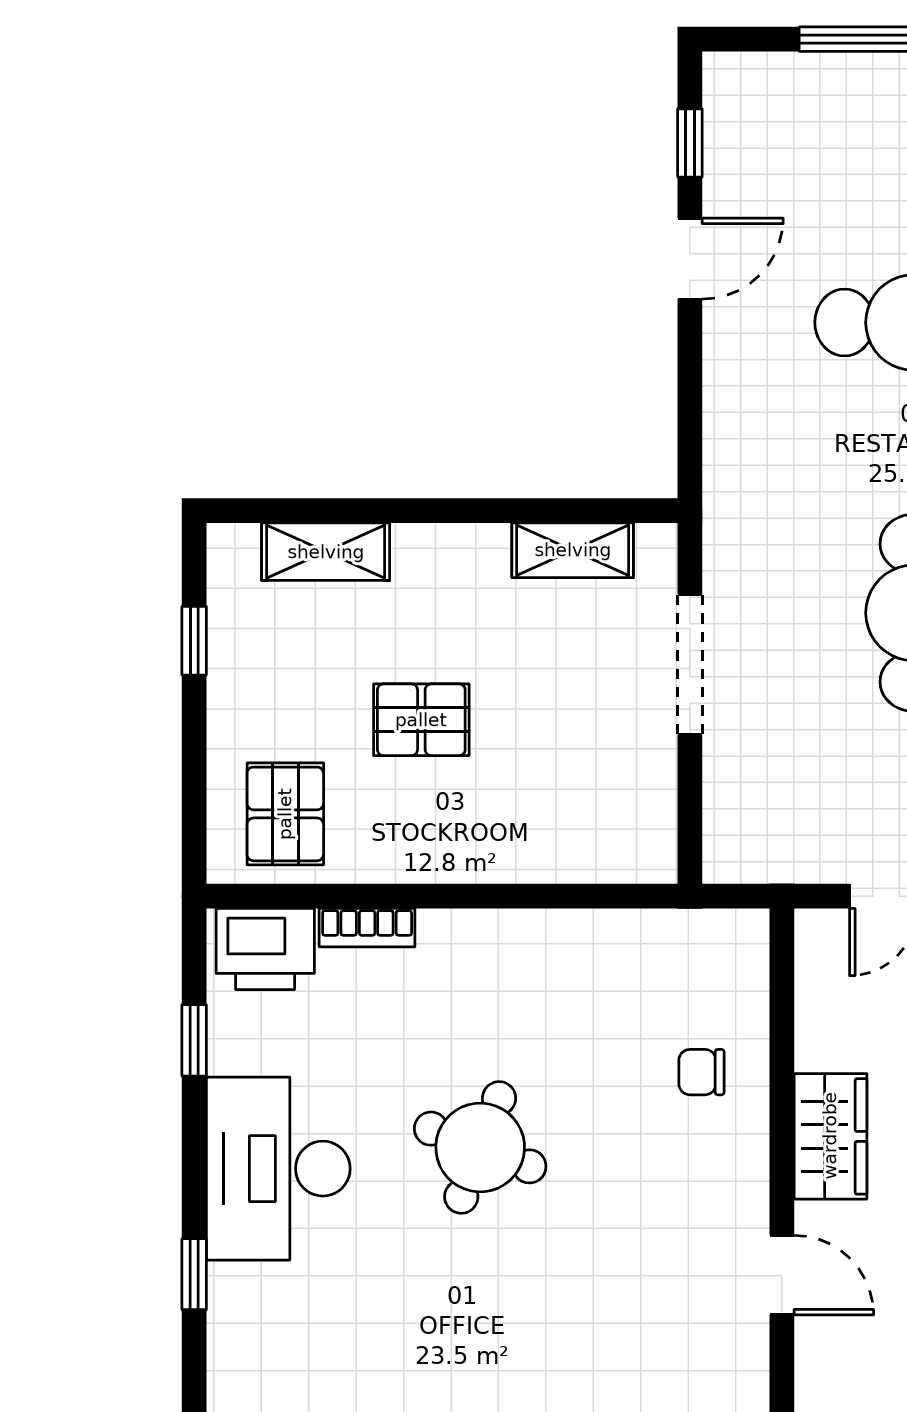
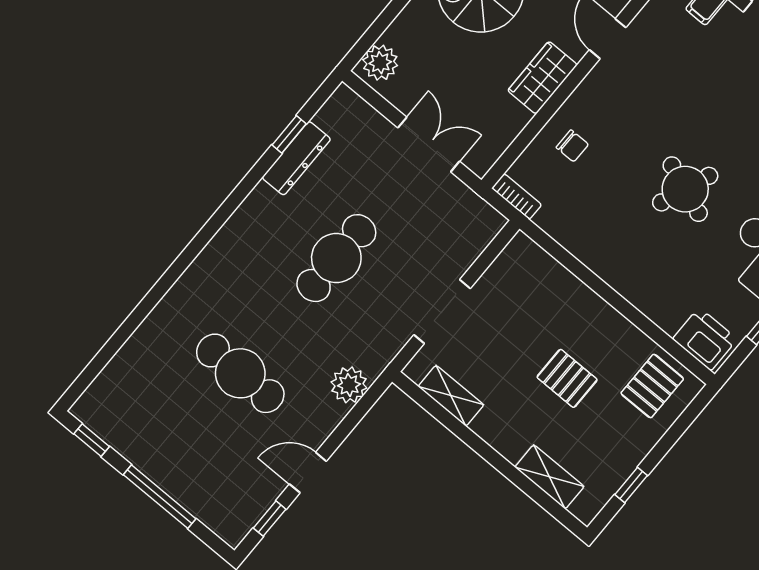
plant: (738, 440) -> (349, 385), added
bookcase: (367, 928) -> (517, 197), moved

